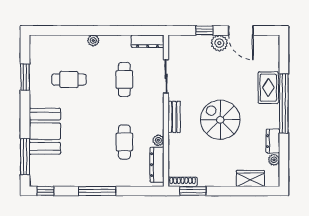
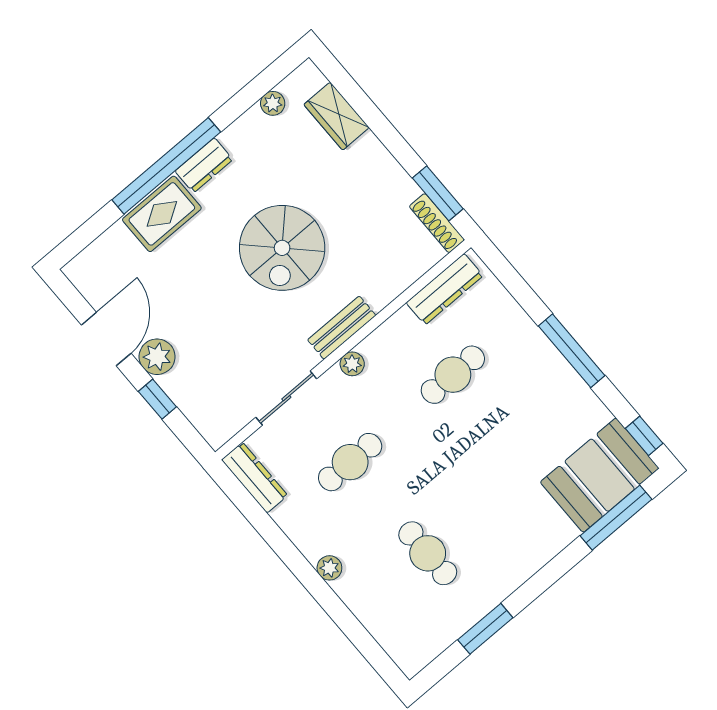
booth: (45, 131) -> (600, 475), moved
plant: (158, 140) -> (352, 364), moved
dresser: (273, 141) -> (204, 165), moved

